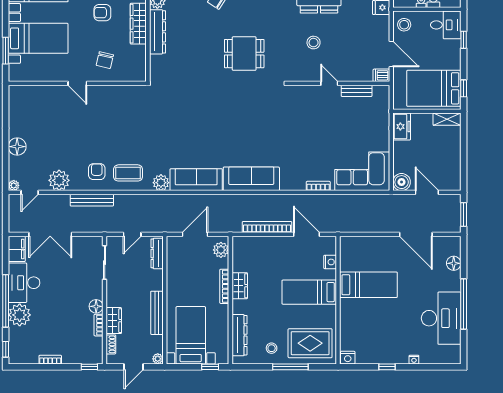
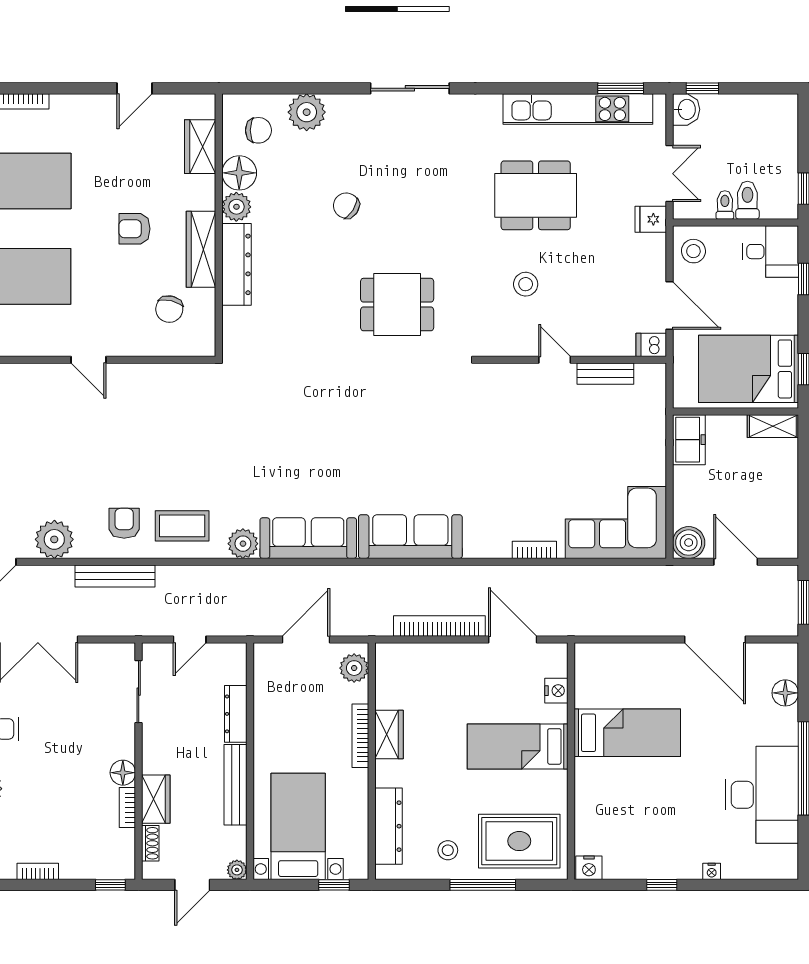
chair: (105, 60) -> (169, 309), moved
dresser: (157, 253) -> (236, 714), moved

